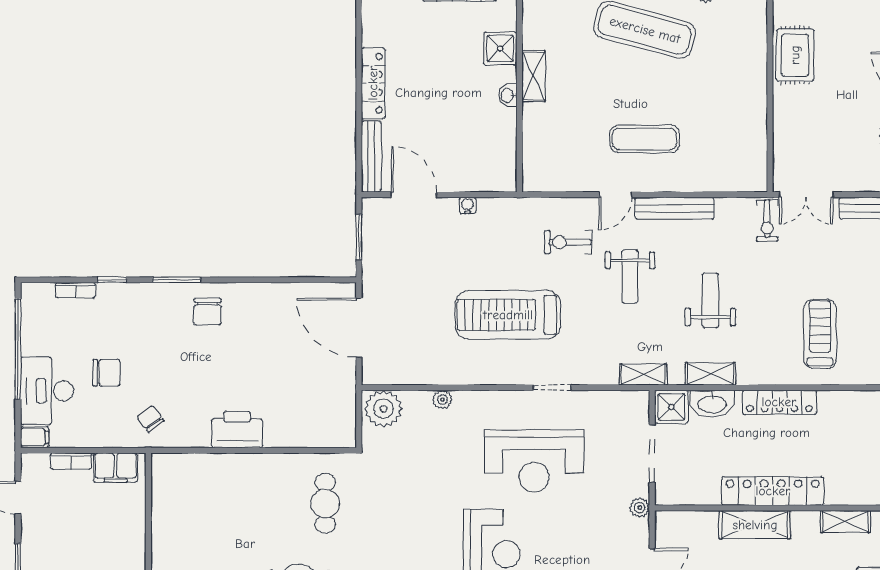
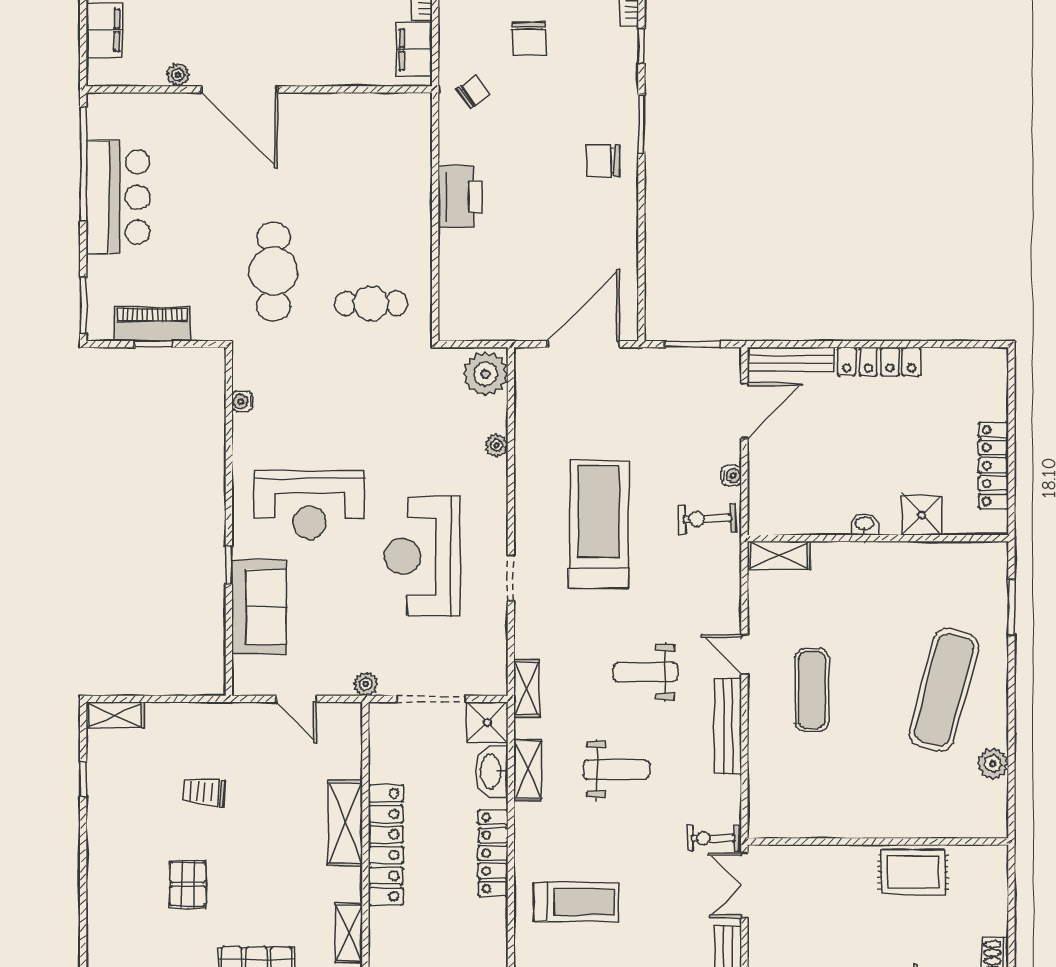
shelving: (533, 76) -> (779, 555), moved
exercise bike: (568, 242) -> (707, 519), moved, turned -92

